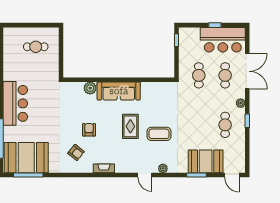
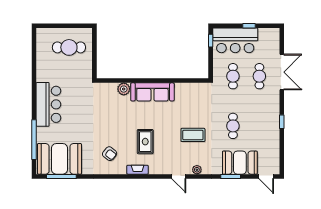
bar counter: (223, 40) -> (235, 40), moved
cafe table: (36, 47) -> (69, 47), width x1.37, depth x1.35
plant: (241, 103) -> (275, 104), removed
cafe table: (225, 125) -> (233, 126), moved
rug: (130, 126) -> (145, 142), moved
armchair: (89, 130) -> (123, 131), removed

